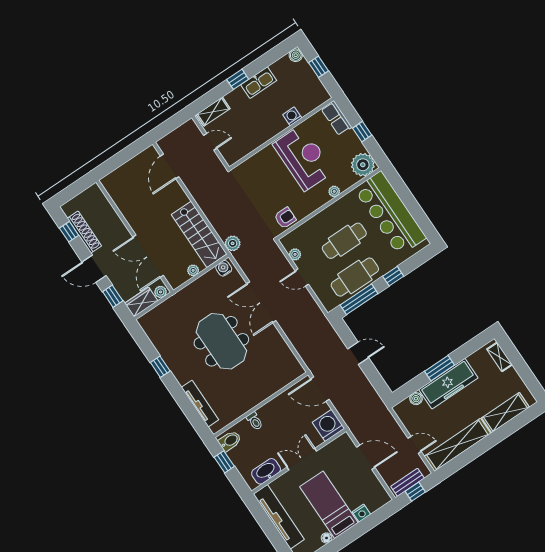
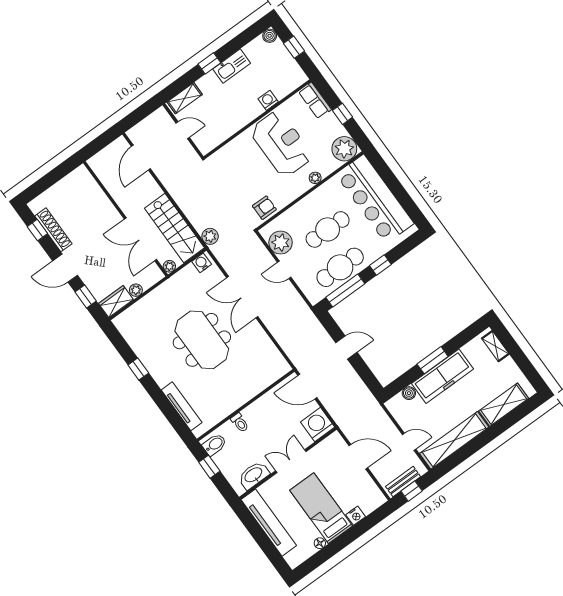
wall: (135, 236) -> (126, 219), moved
plant: (295, 254) -> (281, 243), width x1.88, depth x1.88
double door: (148, 256) -> (140, 239), moved

